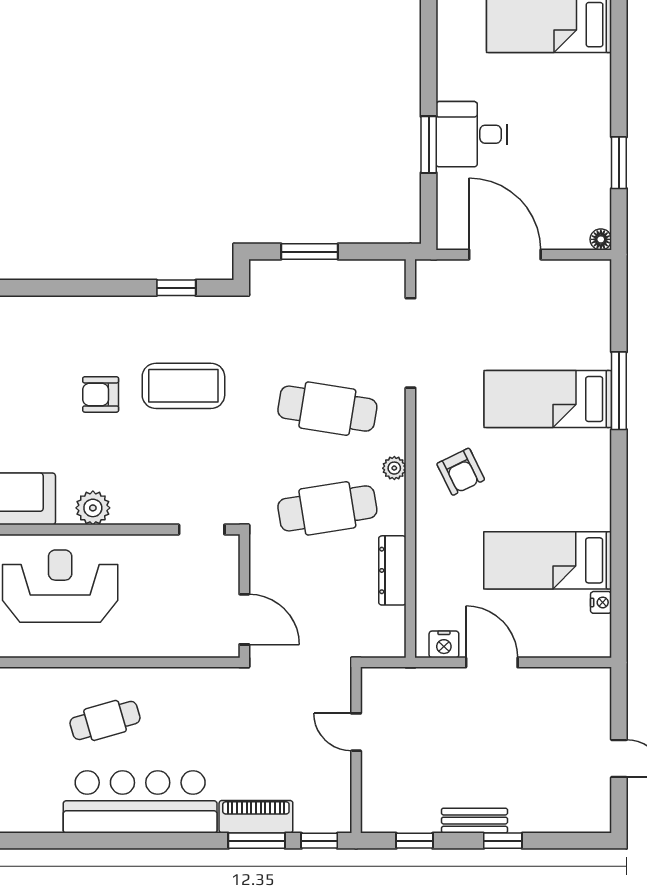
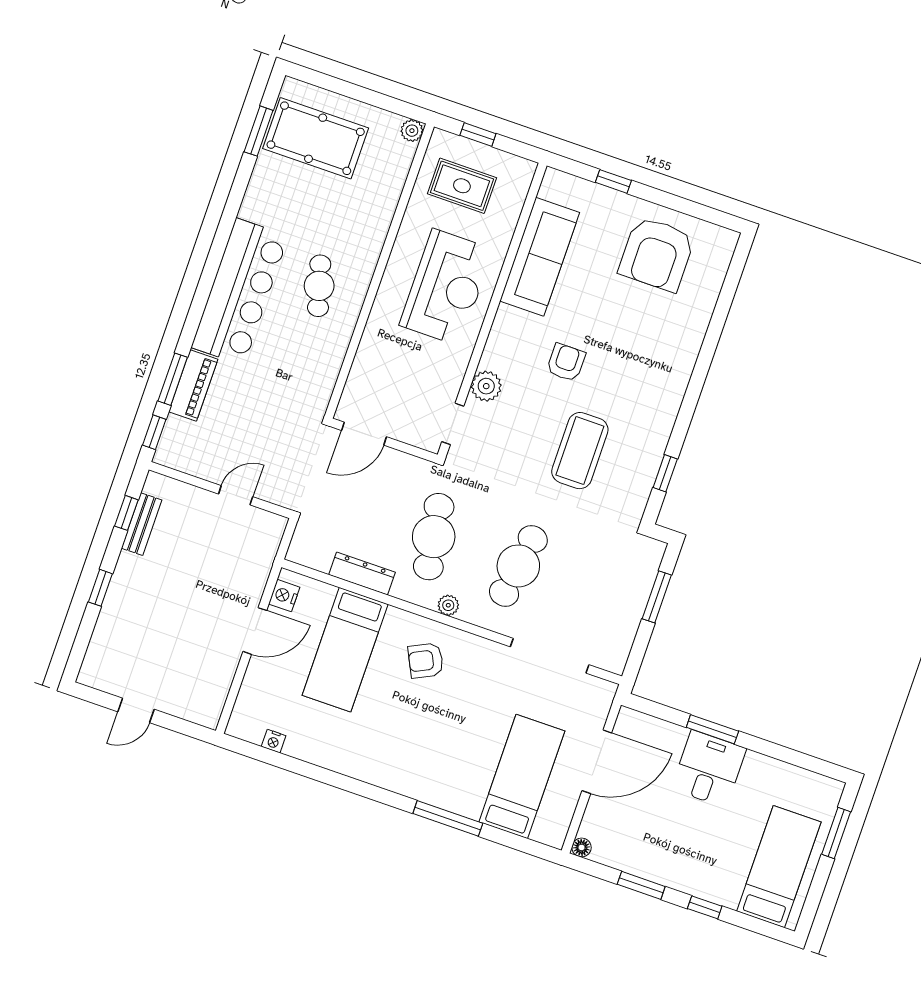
window: (619, 88) -> (705, 907), added
armchair: (101, 394) -> (566, 362), moved
bed: (548, 399) -> (522, 776), moved
plant: (93, 508) -> (486, 386), moved
bed: (548, 560) -> (345, 650), moved, turned 180
bench: (474, 821) -> (142, 524), moved

